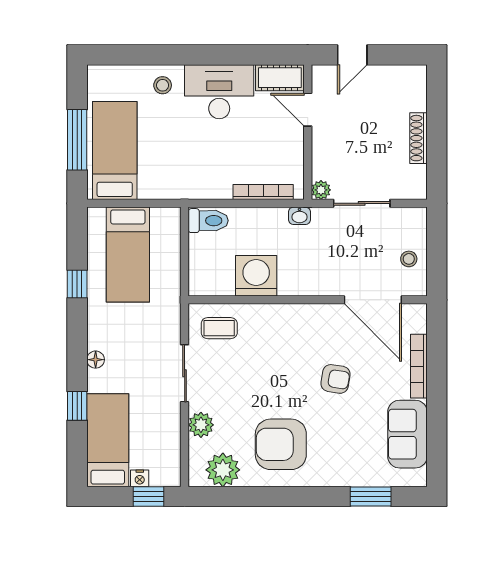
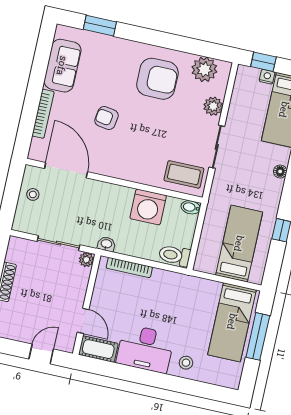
bidet: (201, 288) -> (191, 207), added
coffee table: (219, 328) -> (184, 174), width x1.36, depth x1.30

